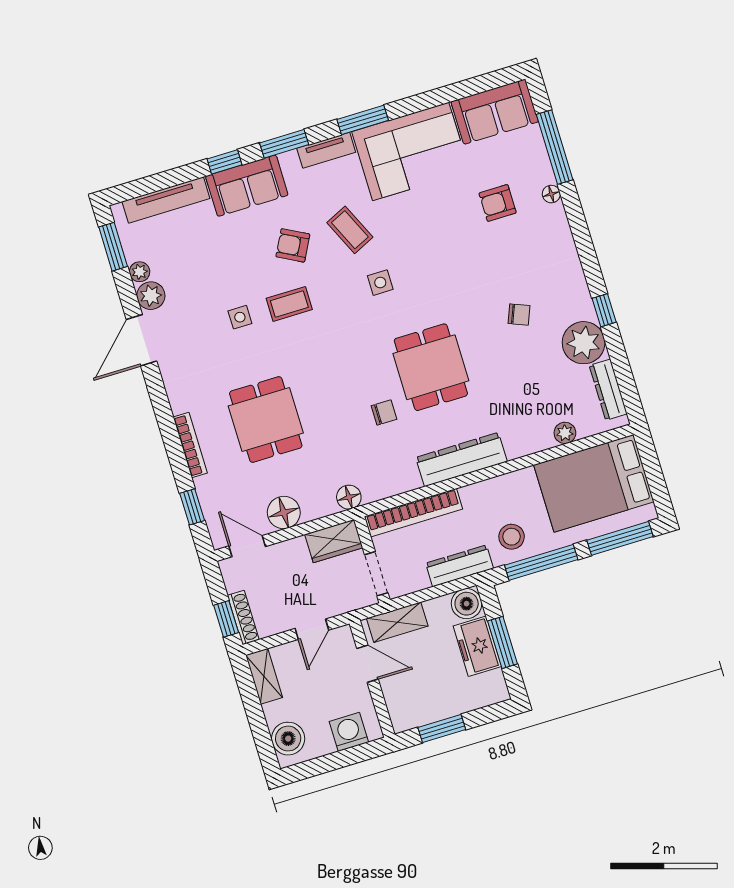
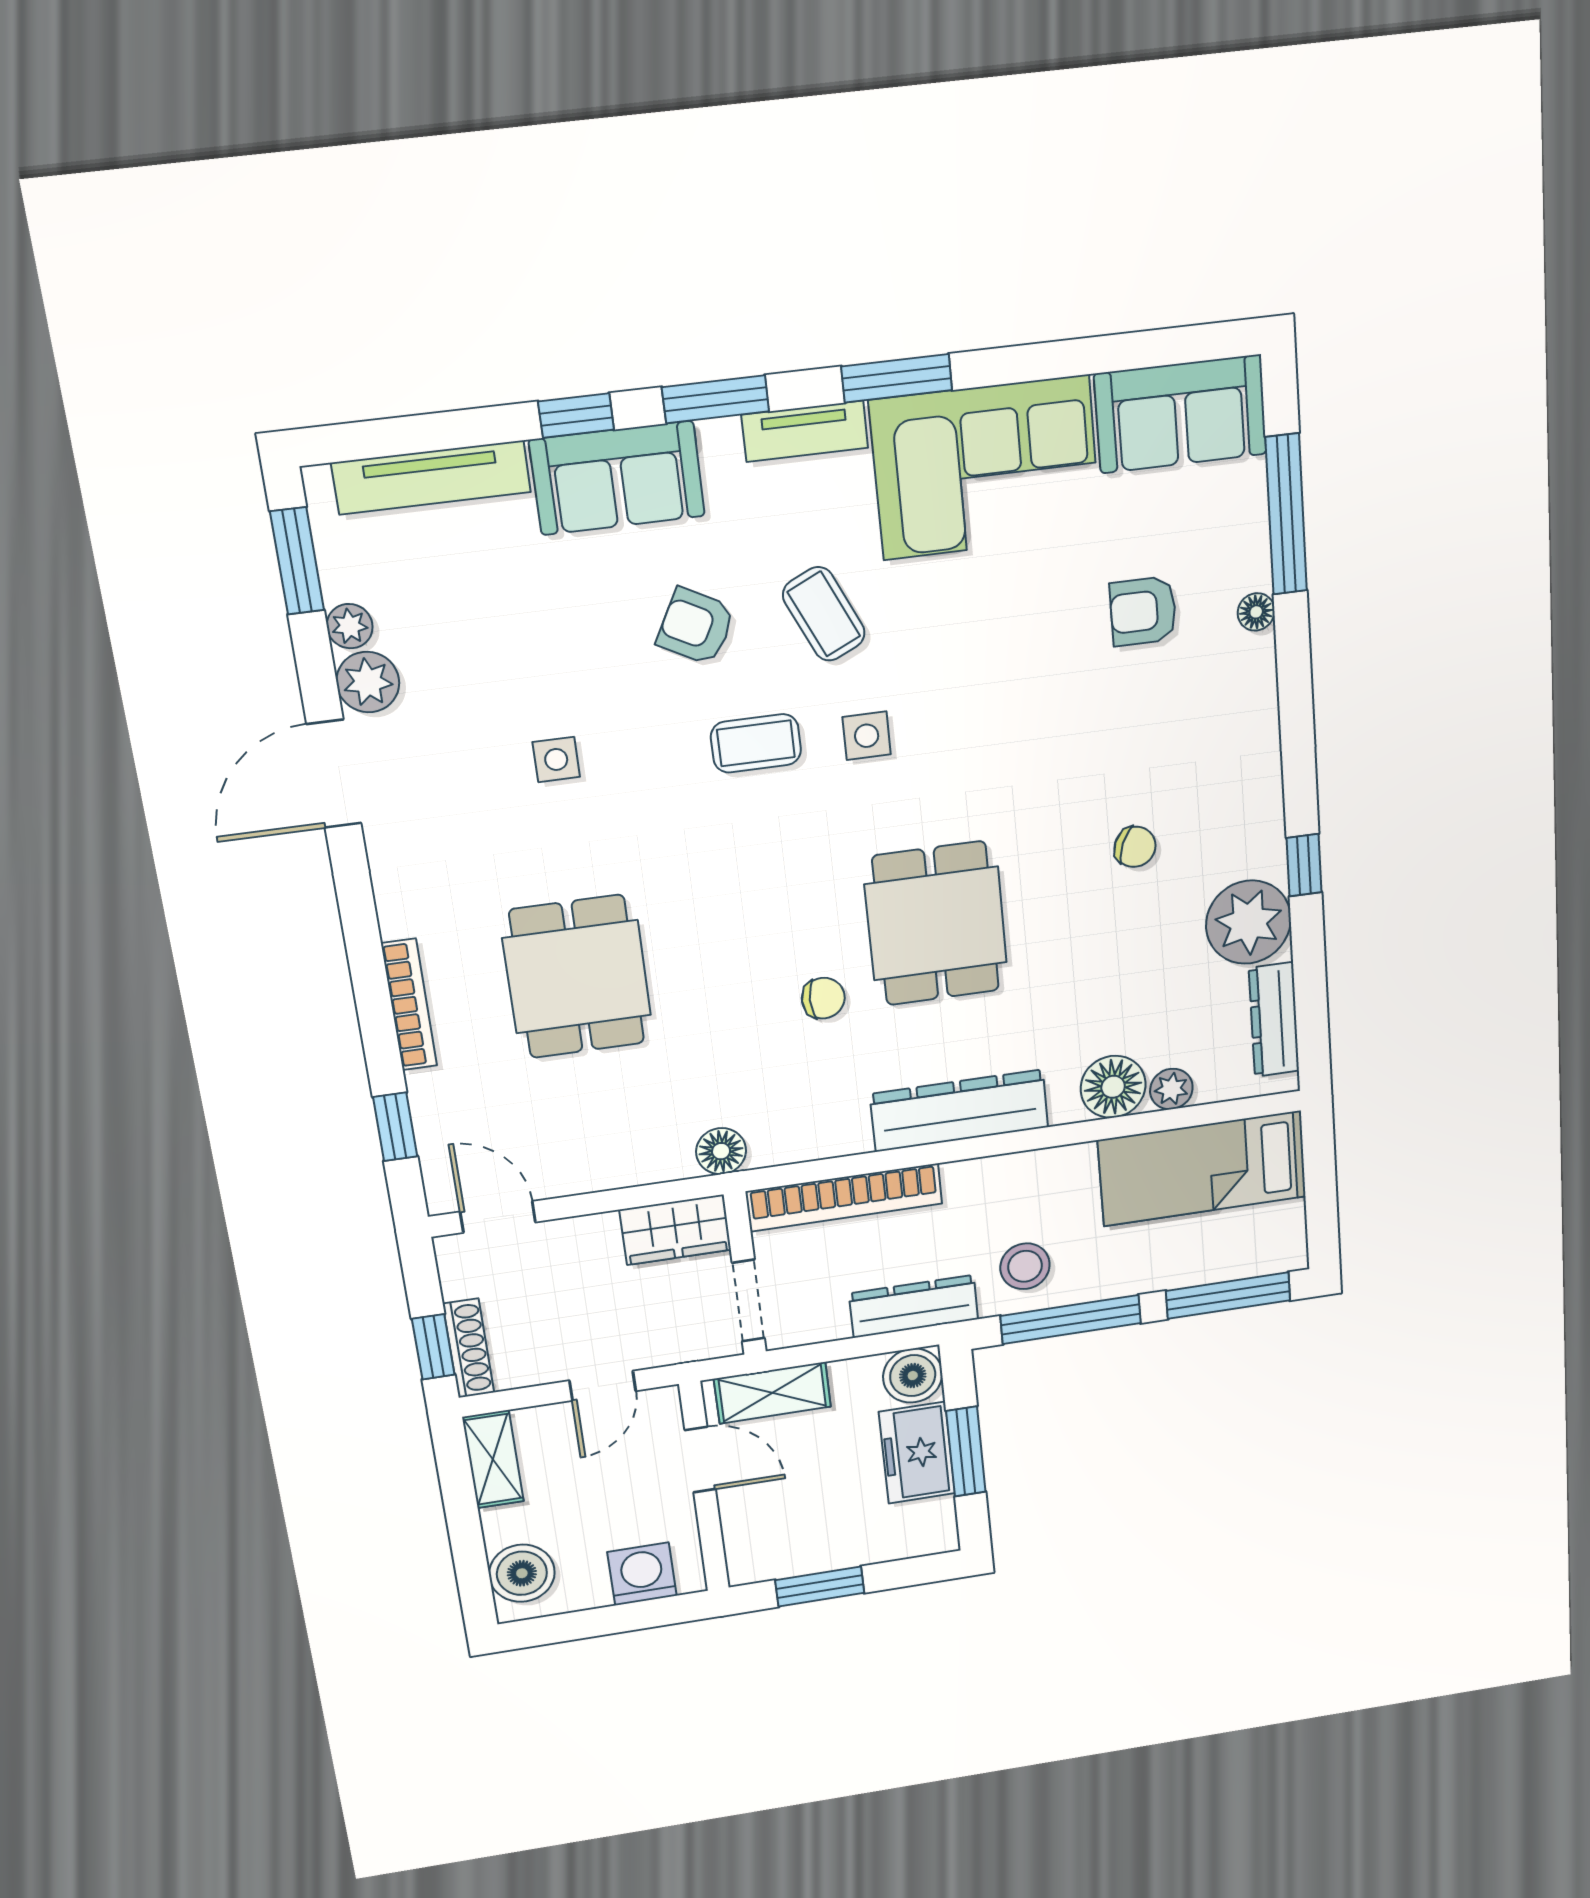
coffee table: (289, 304) -> (756, 743), moved
bed: (594, 483) -> (1202, 1168), width x0.67
floor lamp: (284, 512) -> (1113, 1087), moved

